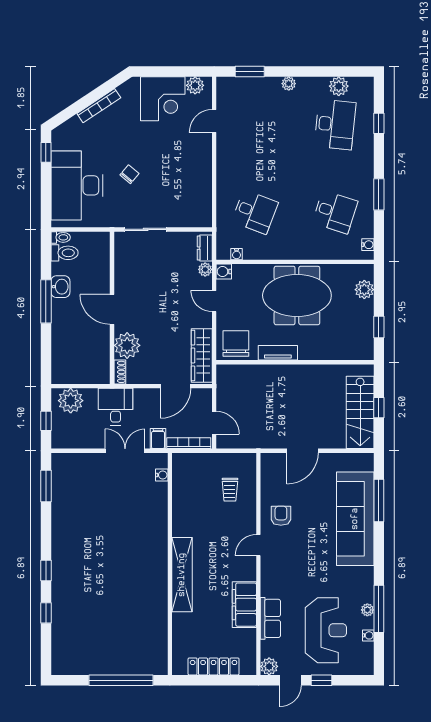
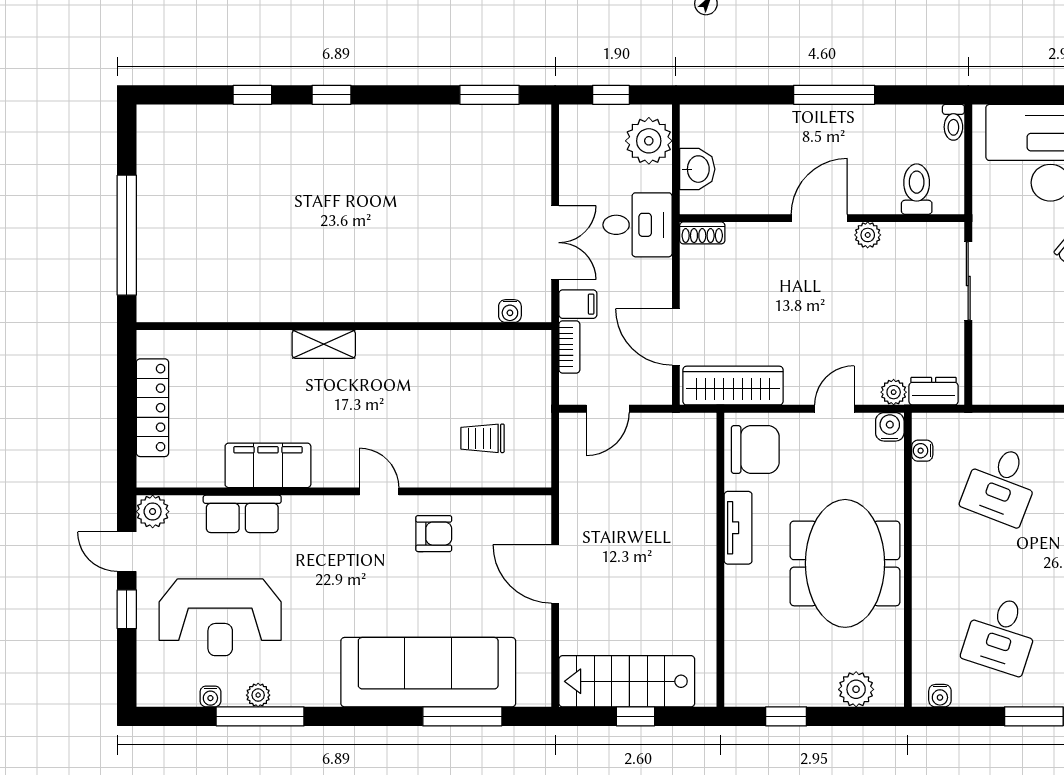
toilet: (65, 253) -> (917, 189), moved, turned 180
washbasin: (60, 287) -> (697, 169), moved, turned -90
plant: (127, 345) -> (868, 235), moved, width x0.53, depth x0.53
bookcase: (189, 443) -> (569, 347), width x0.64
shelving: (182, 575) -> (324, 344), width x0.45, depth x0.75

